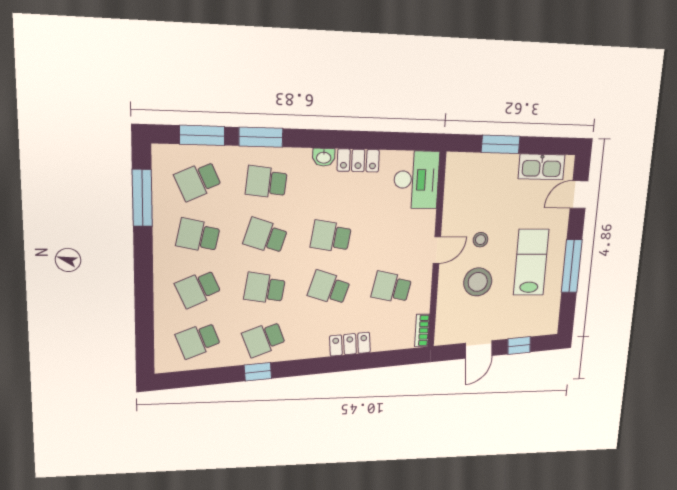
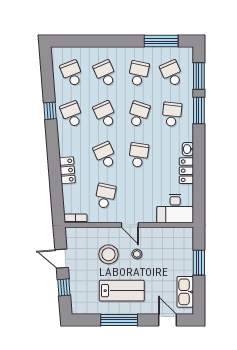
school desk: (265, 288) -> (105, 114), turned -33
school desk: (329, 288) -> (105, 155), turned -42

